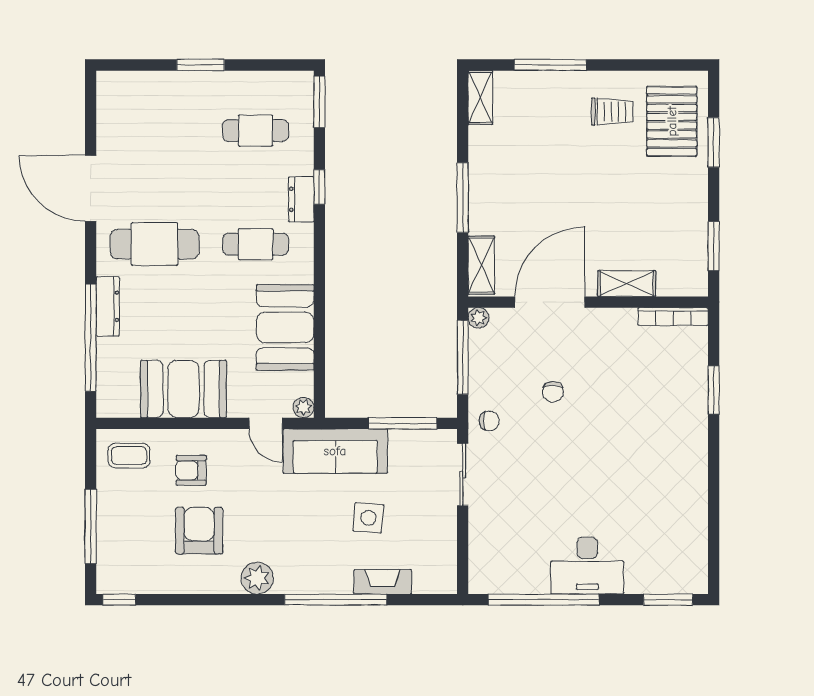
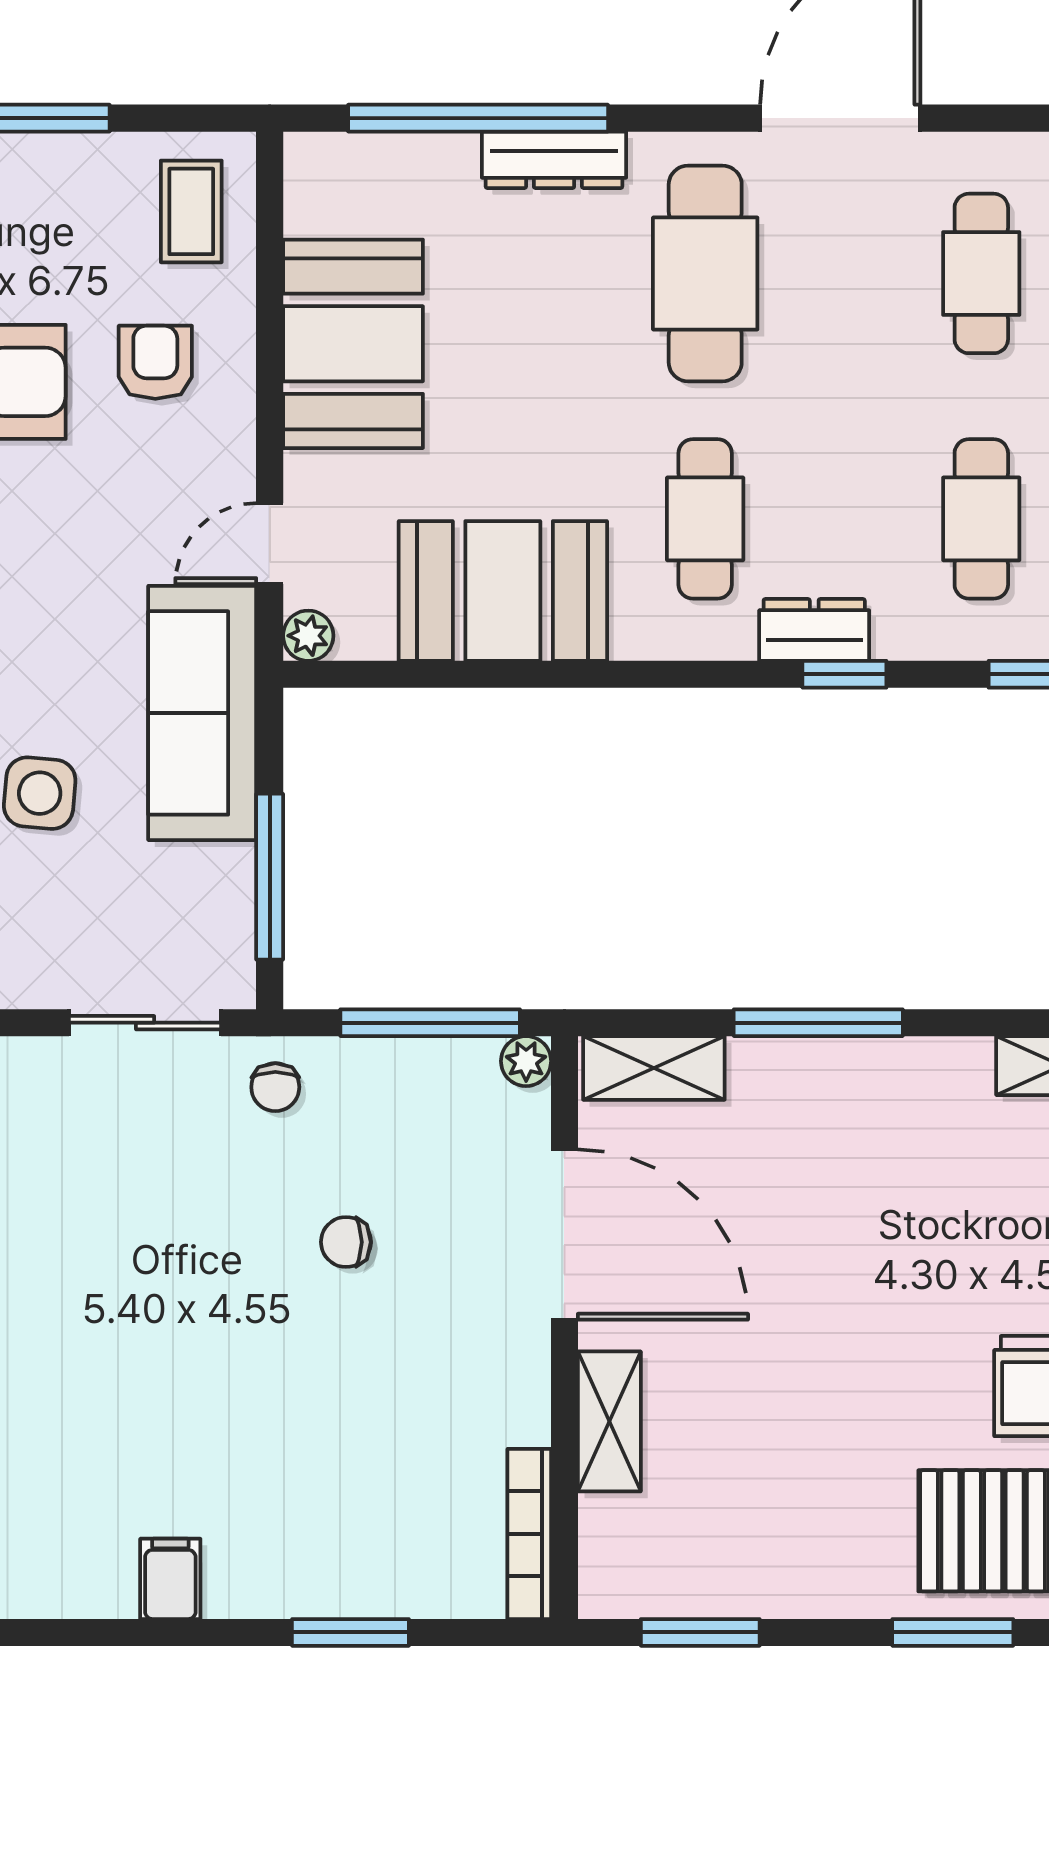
cafe table: (155, 131) -> (981, 273), added
filing cabinet: (691, 464) -> (170, 1579), added

